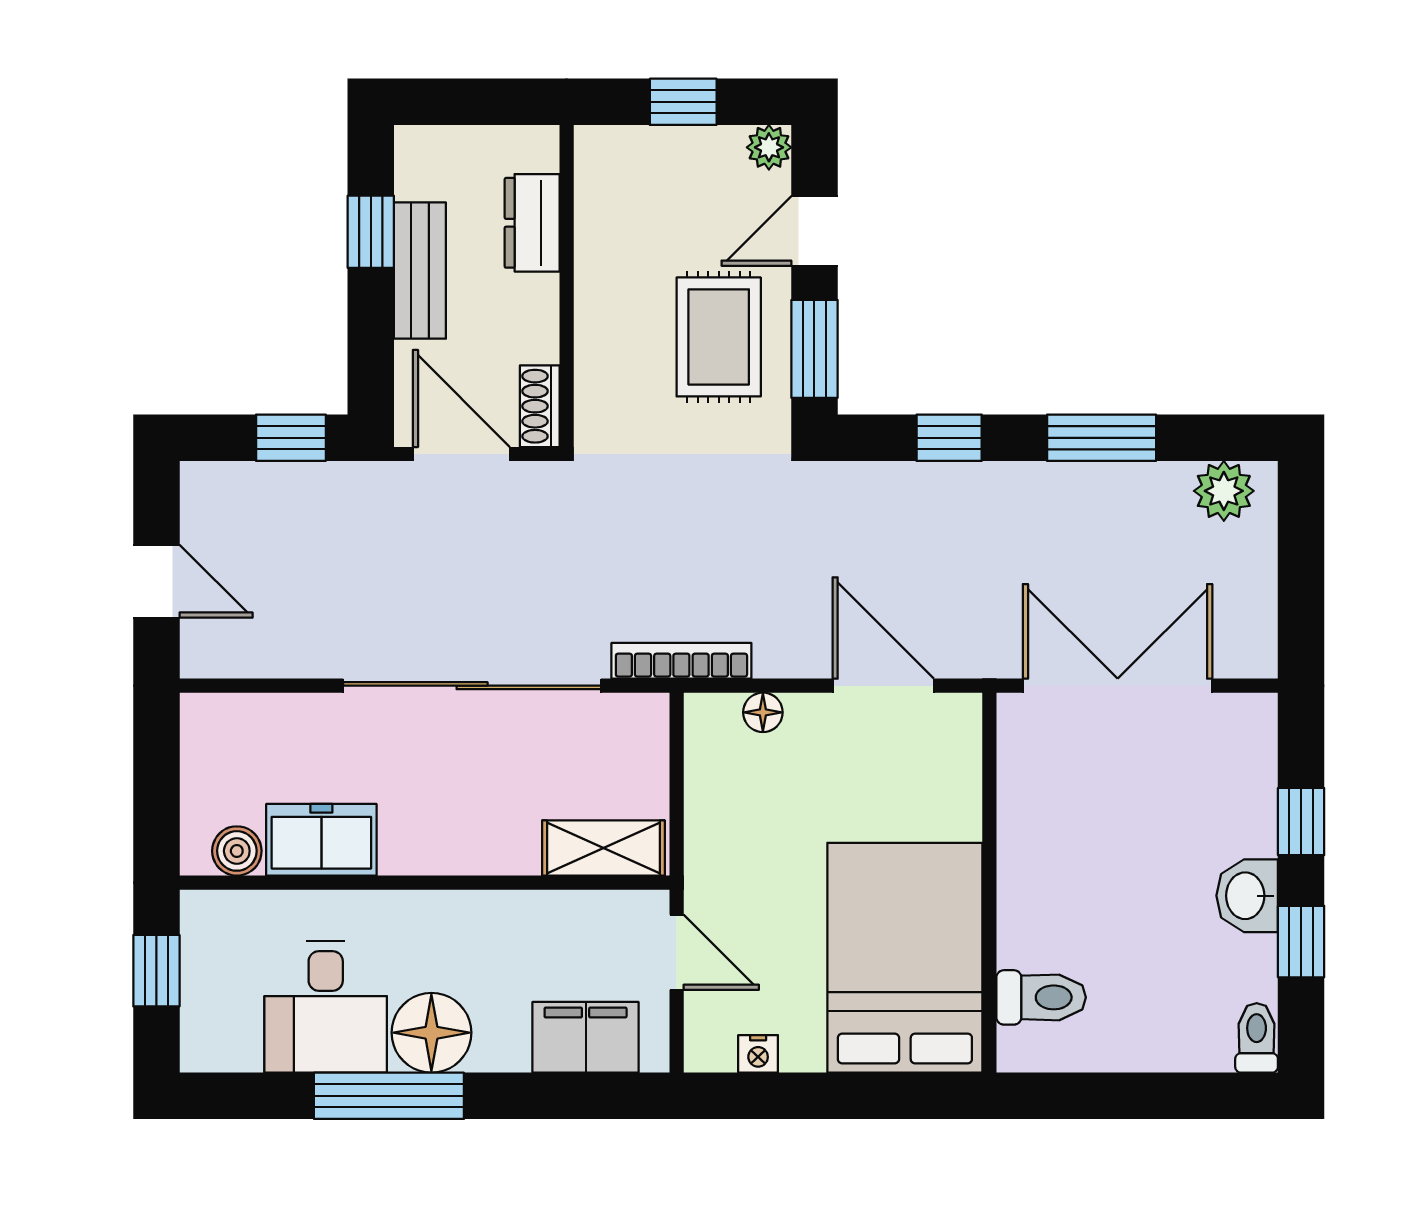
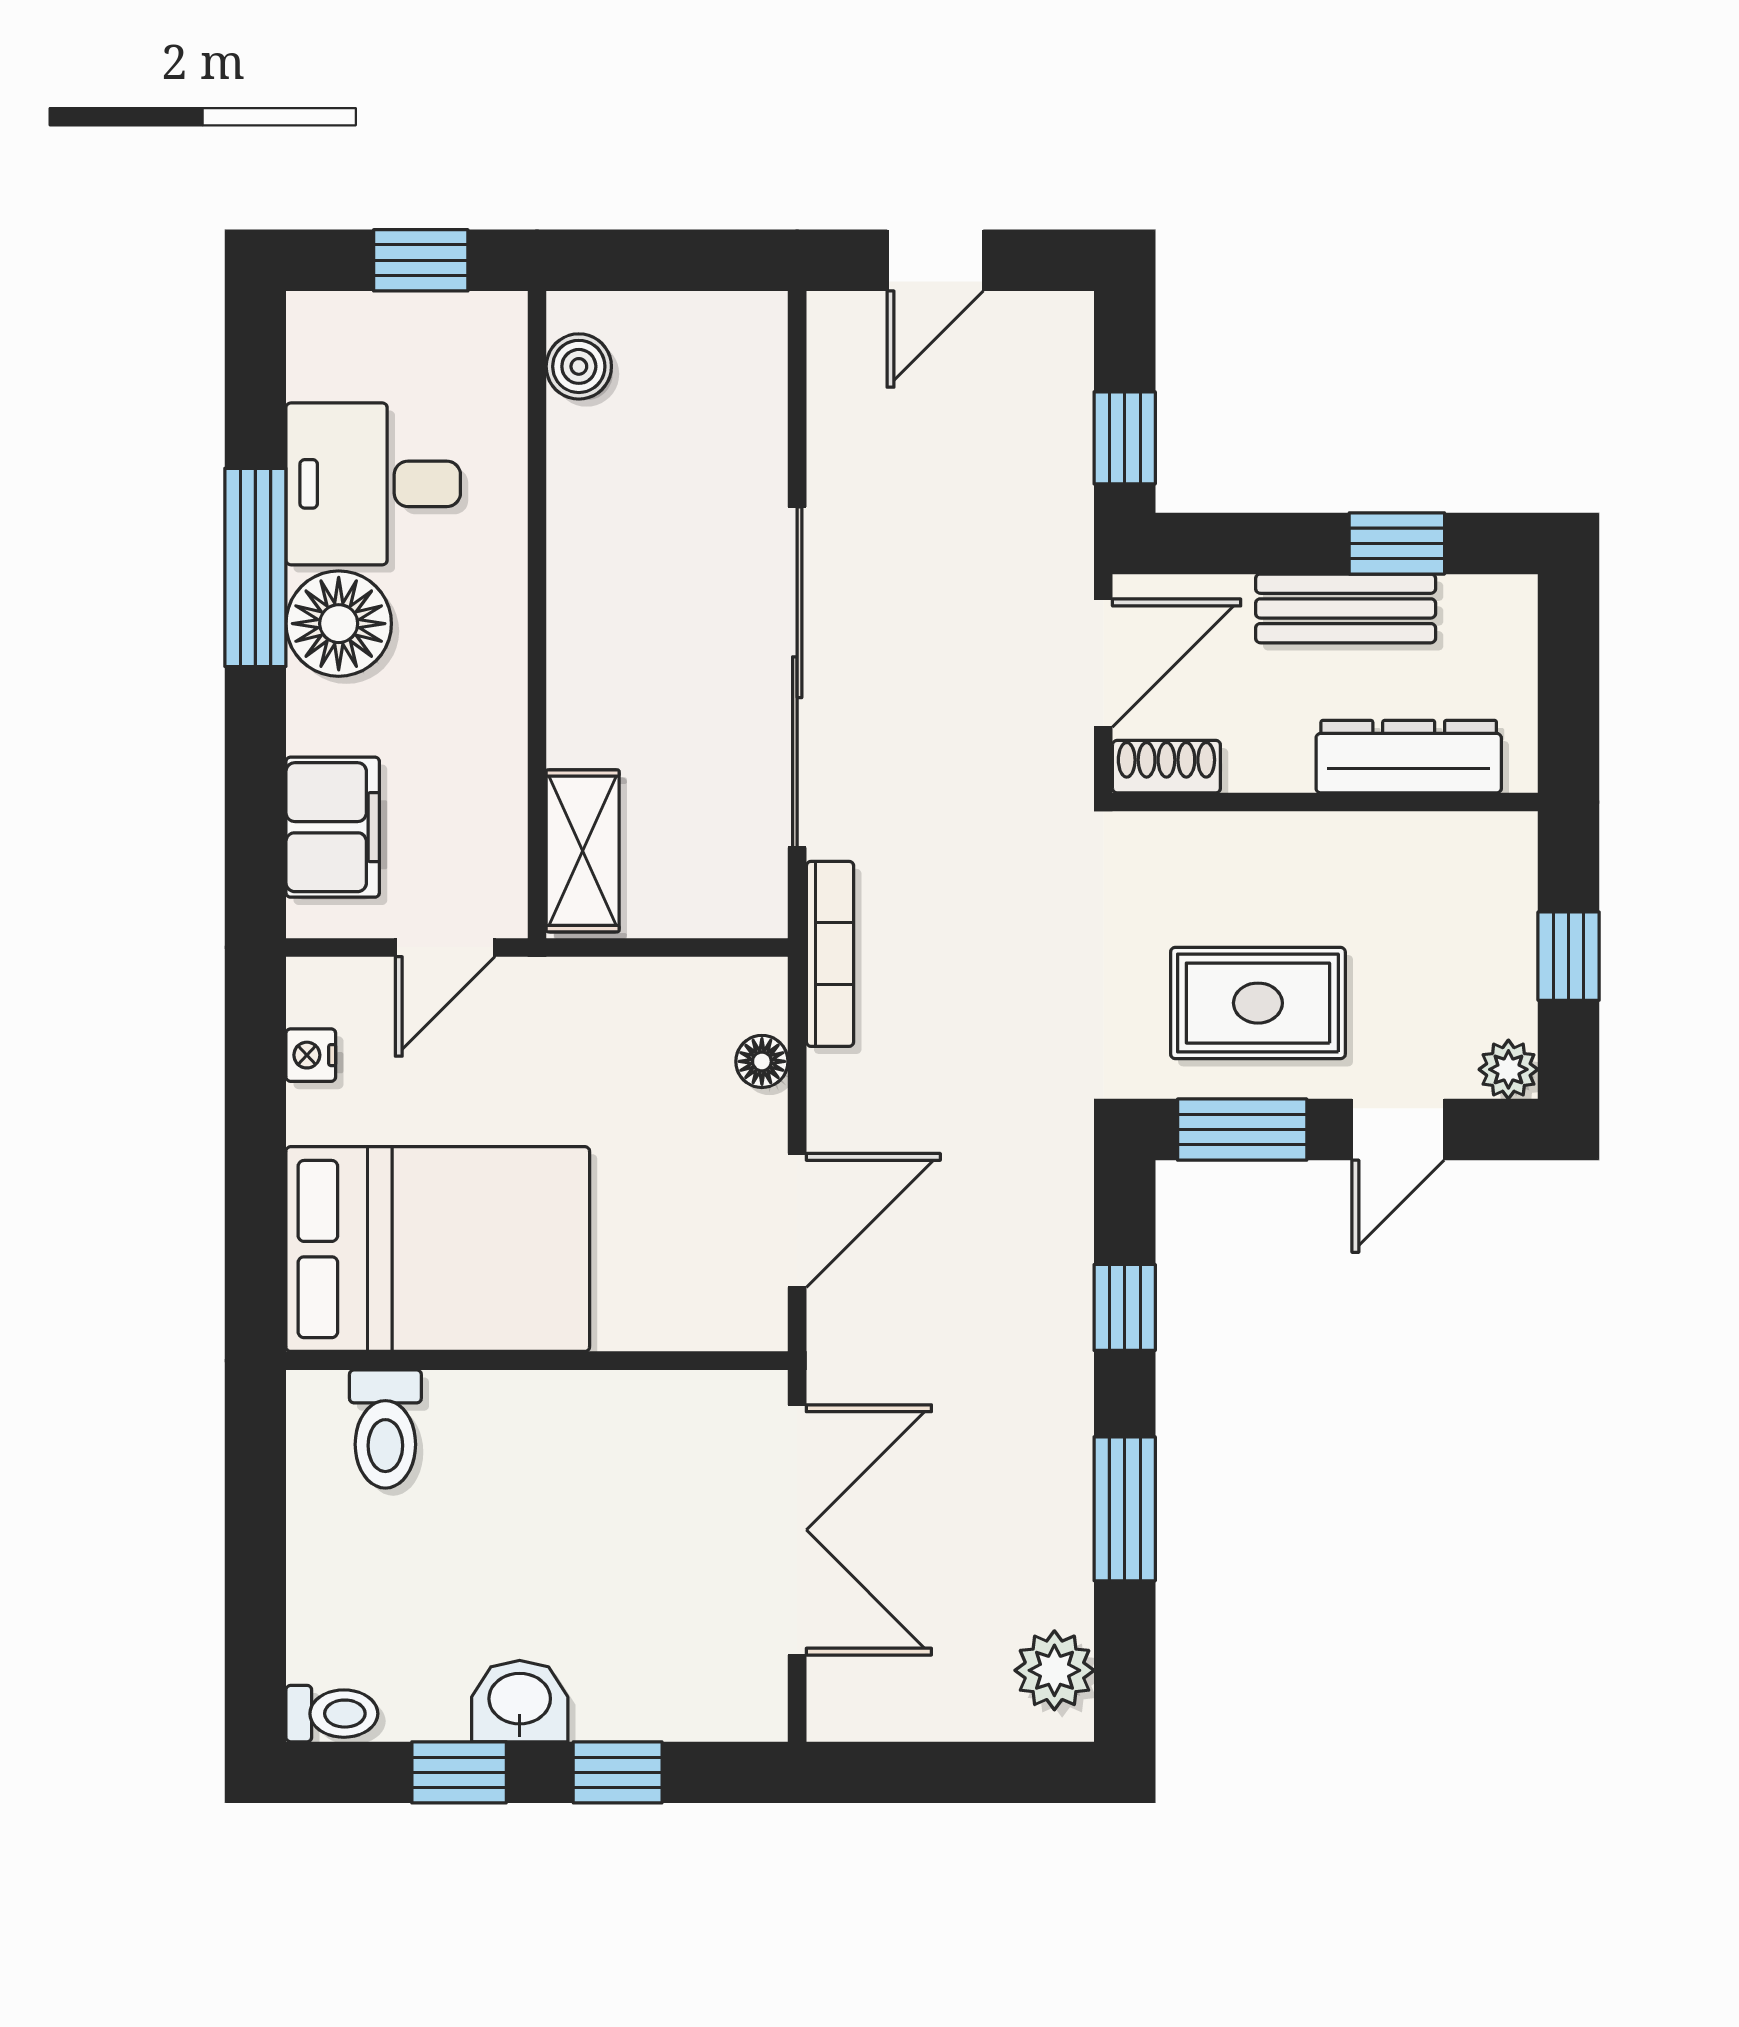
dresser: (532, 223) -> (1409, 757), width x1.44
door: (814, 231) -> (1398, 1130), swing flipped
freezer: (321, 840) -> (594, 478), removed

